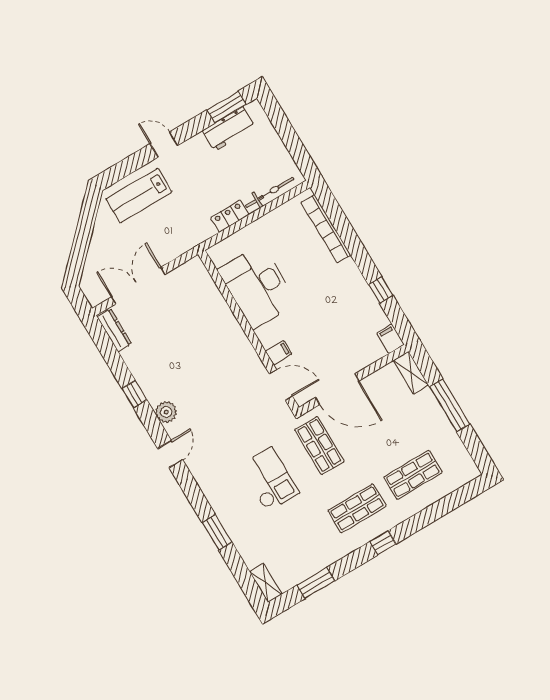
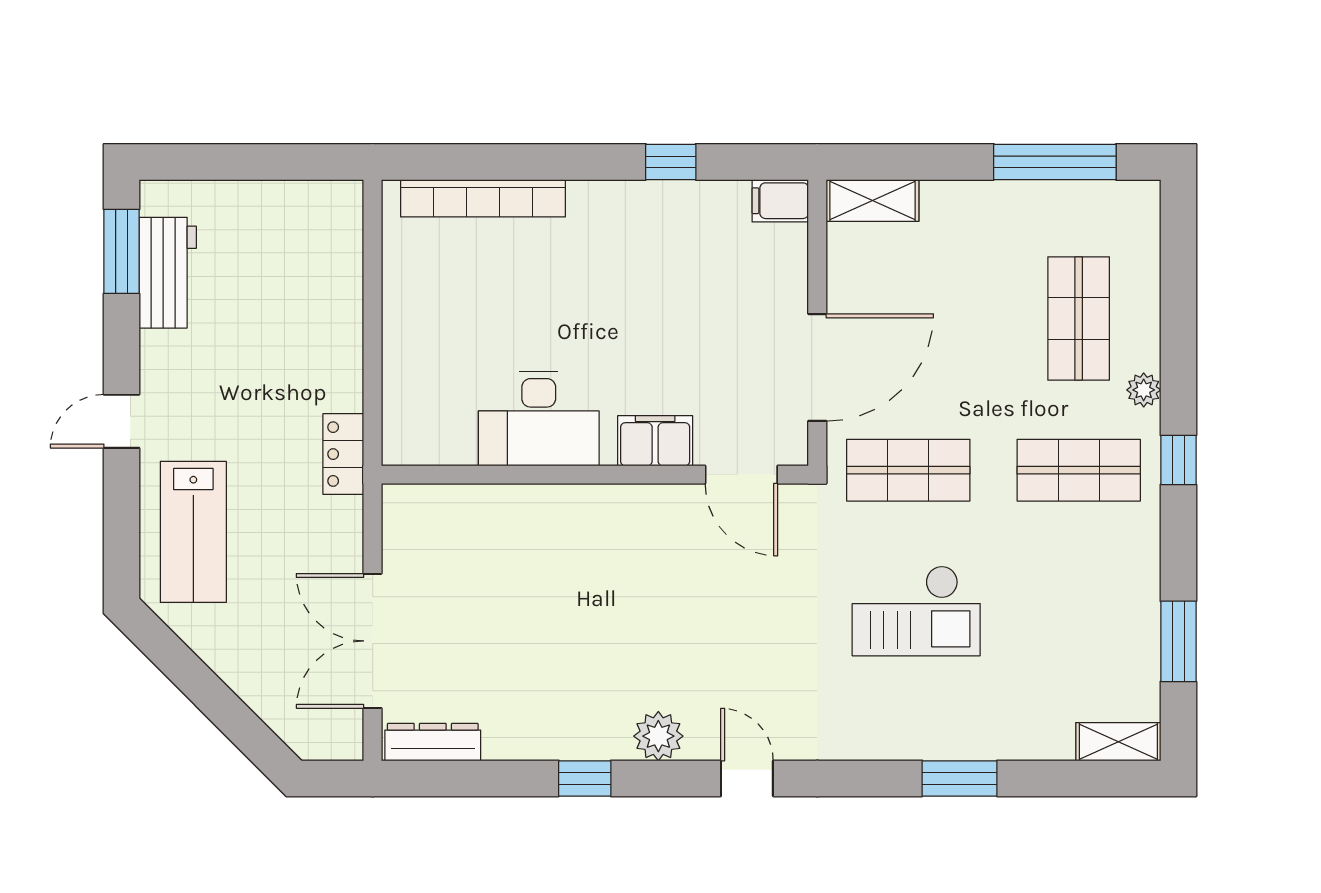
bicycle: (270, 192) -> (344, 267), removed
locker: (230, 216) -> (343, 454), moved
desk: (257, 287) -> (539, 418), width x0.73, depth x0.77
filing cabinet: (279, 353) -> (655, 441), width x2.00
door: (281, 385) -> (741, 475), swing flipped
window: (450, 405) -> (1055, 162), moved
checkout: (269, 479) -> (916, 611), turned 180
shop shelf: (357, 508) -> (1079, 470), turned 90
plant: (401, 515) -> (1144, 390), added

